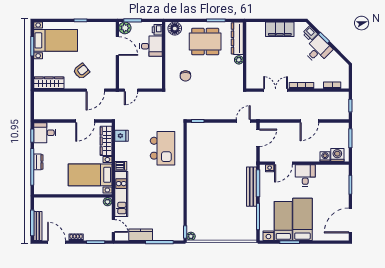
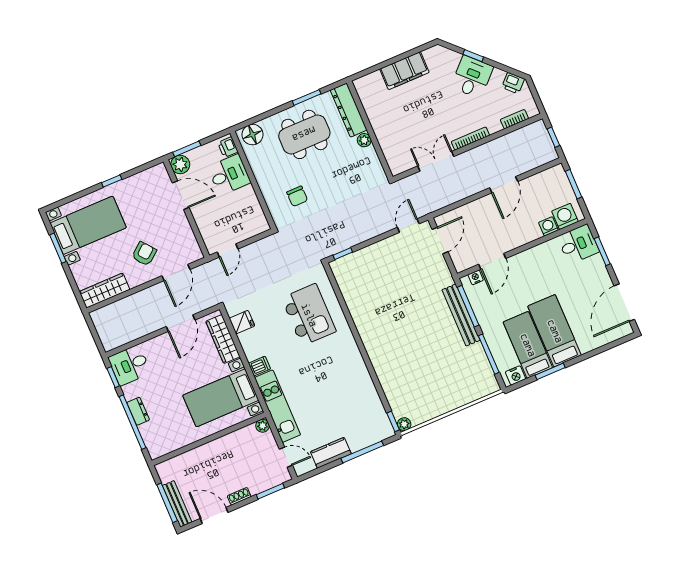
printer: (310, 33) -> (513, 83), moved
desk: (305, 175) -> (578, 244), moved, turned 90

